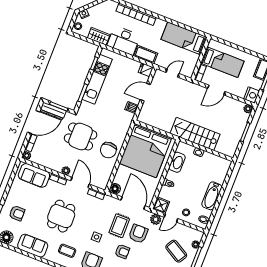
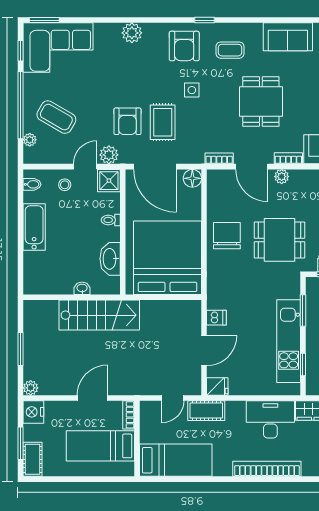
cot: (146, 55) -> (206, 411), moved
armchair: (122, 251) -> (142, 83), removed

